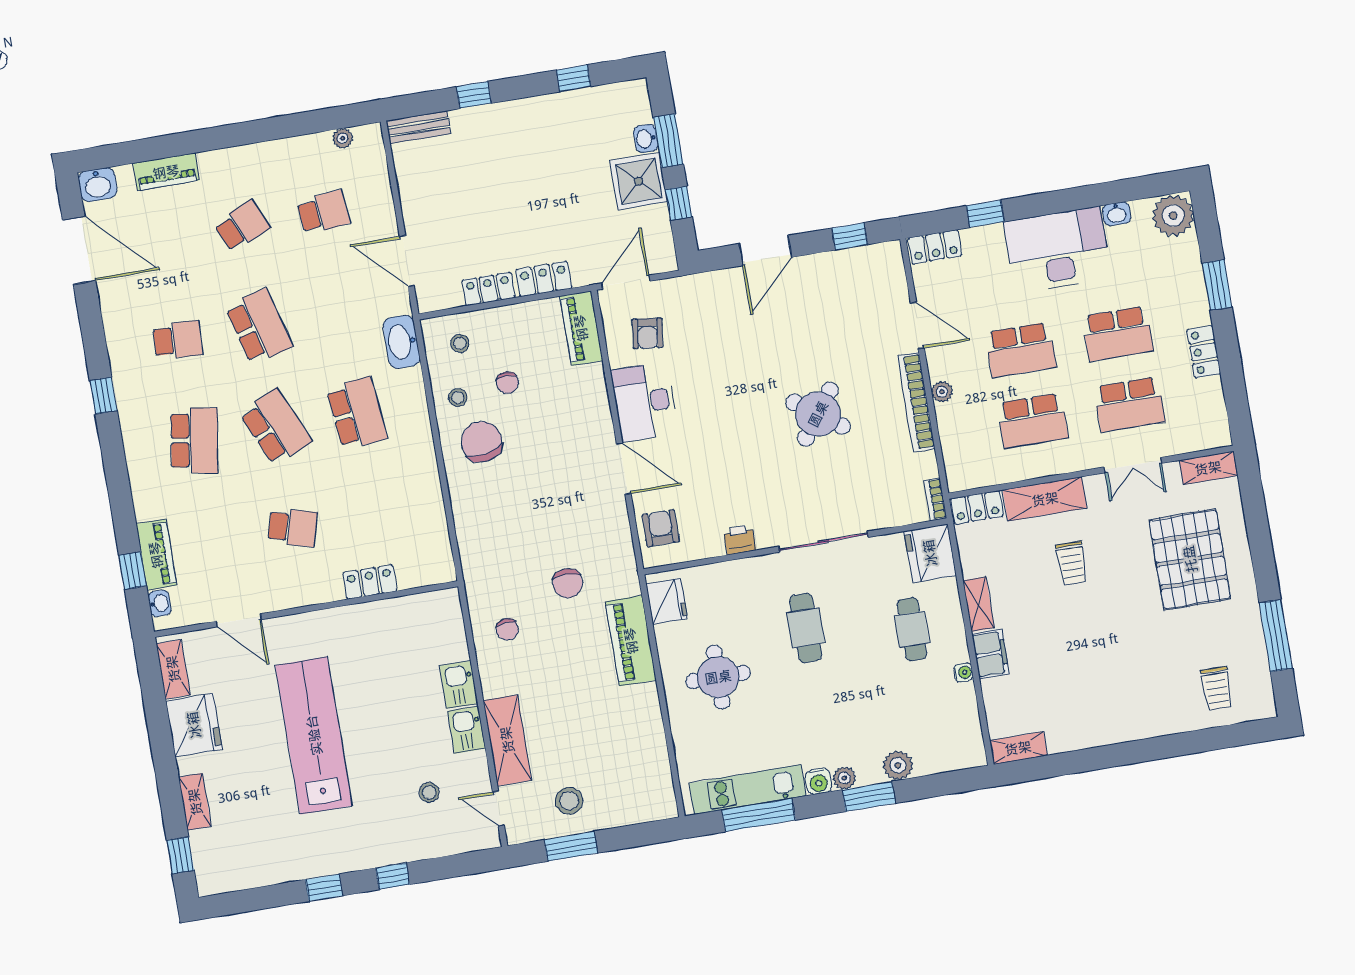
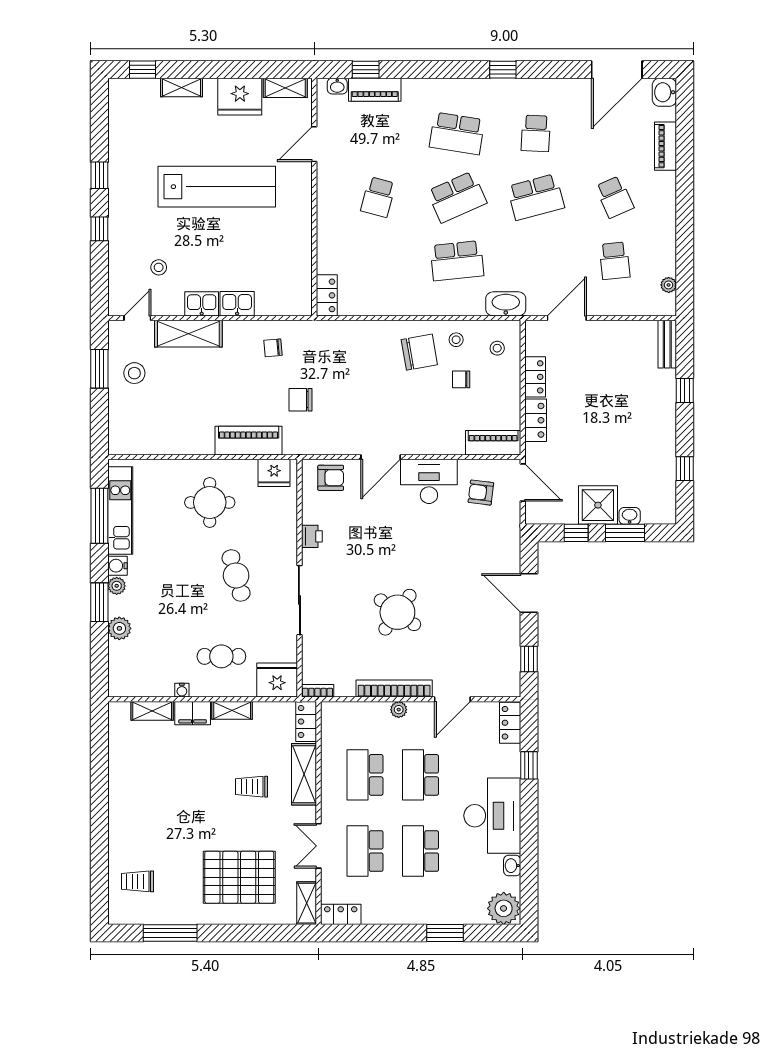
locker: (1204, 352) -> (341, 914), moved
locker: (370, 582) -> (327, 295), moved
cafe table: (806, 628) -> (236, 575), turned 74
shelving: (1018, 748) -> (152, 711), moved, turned 90

